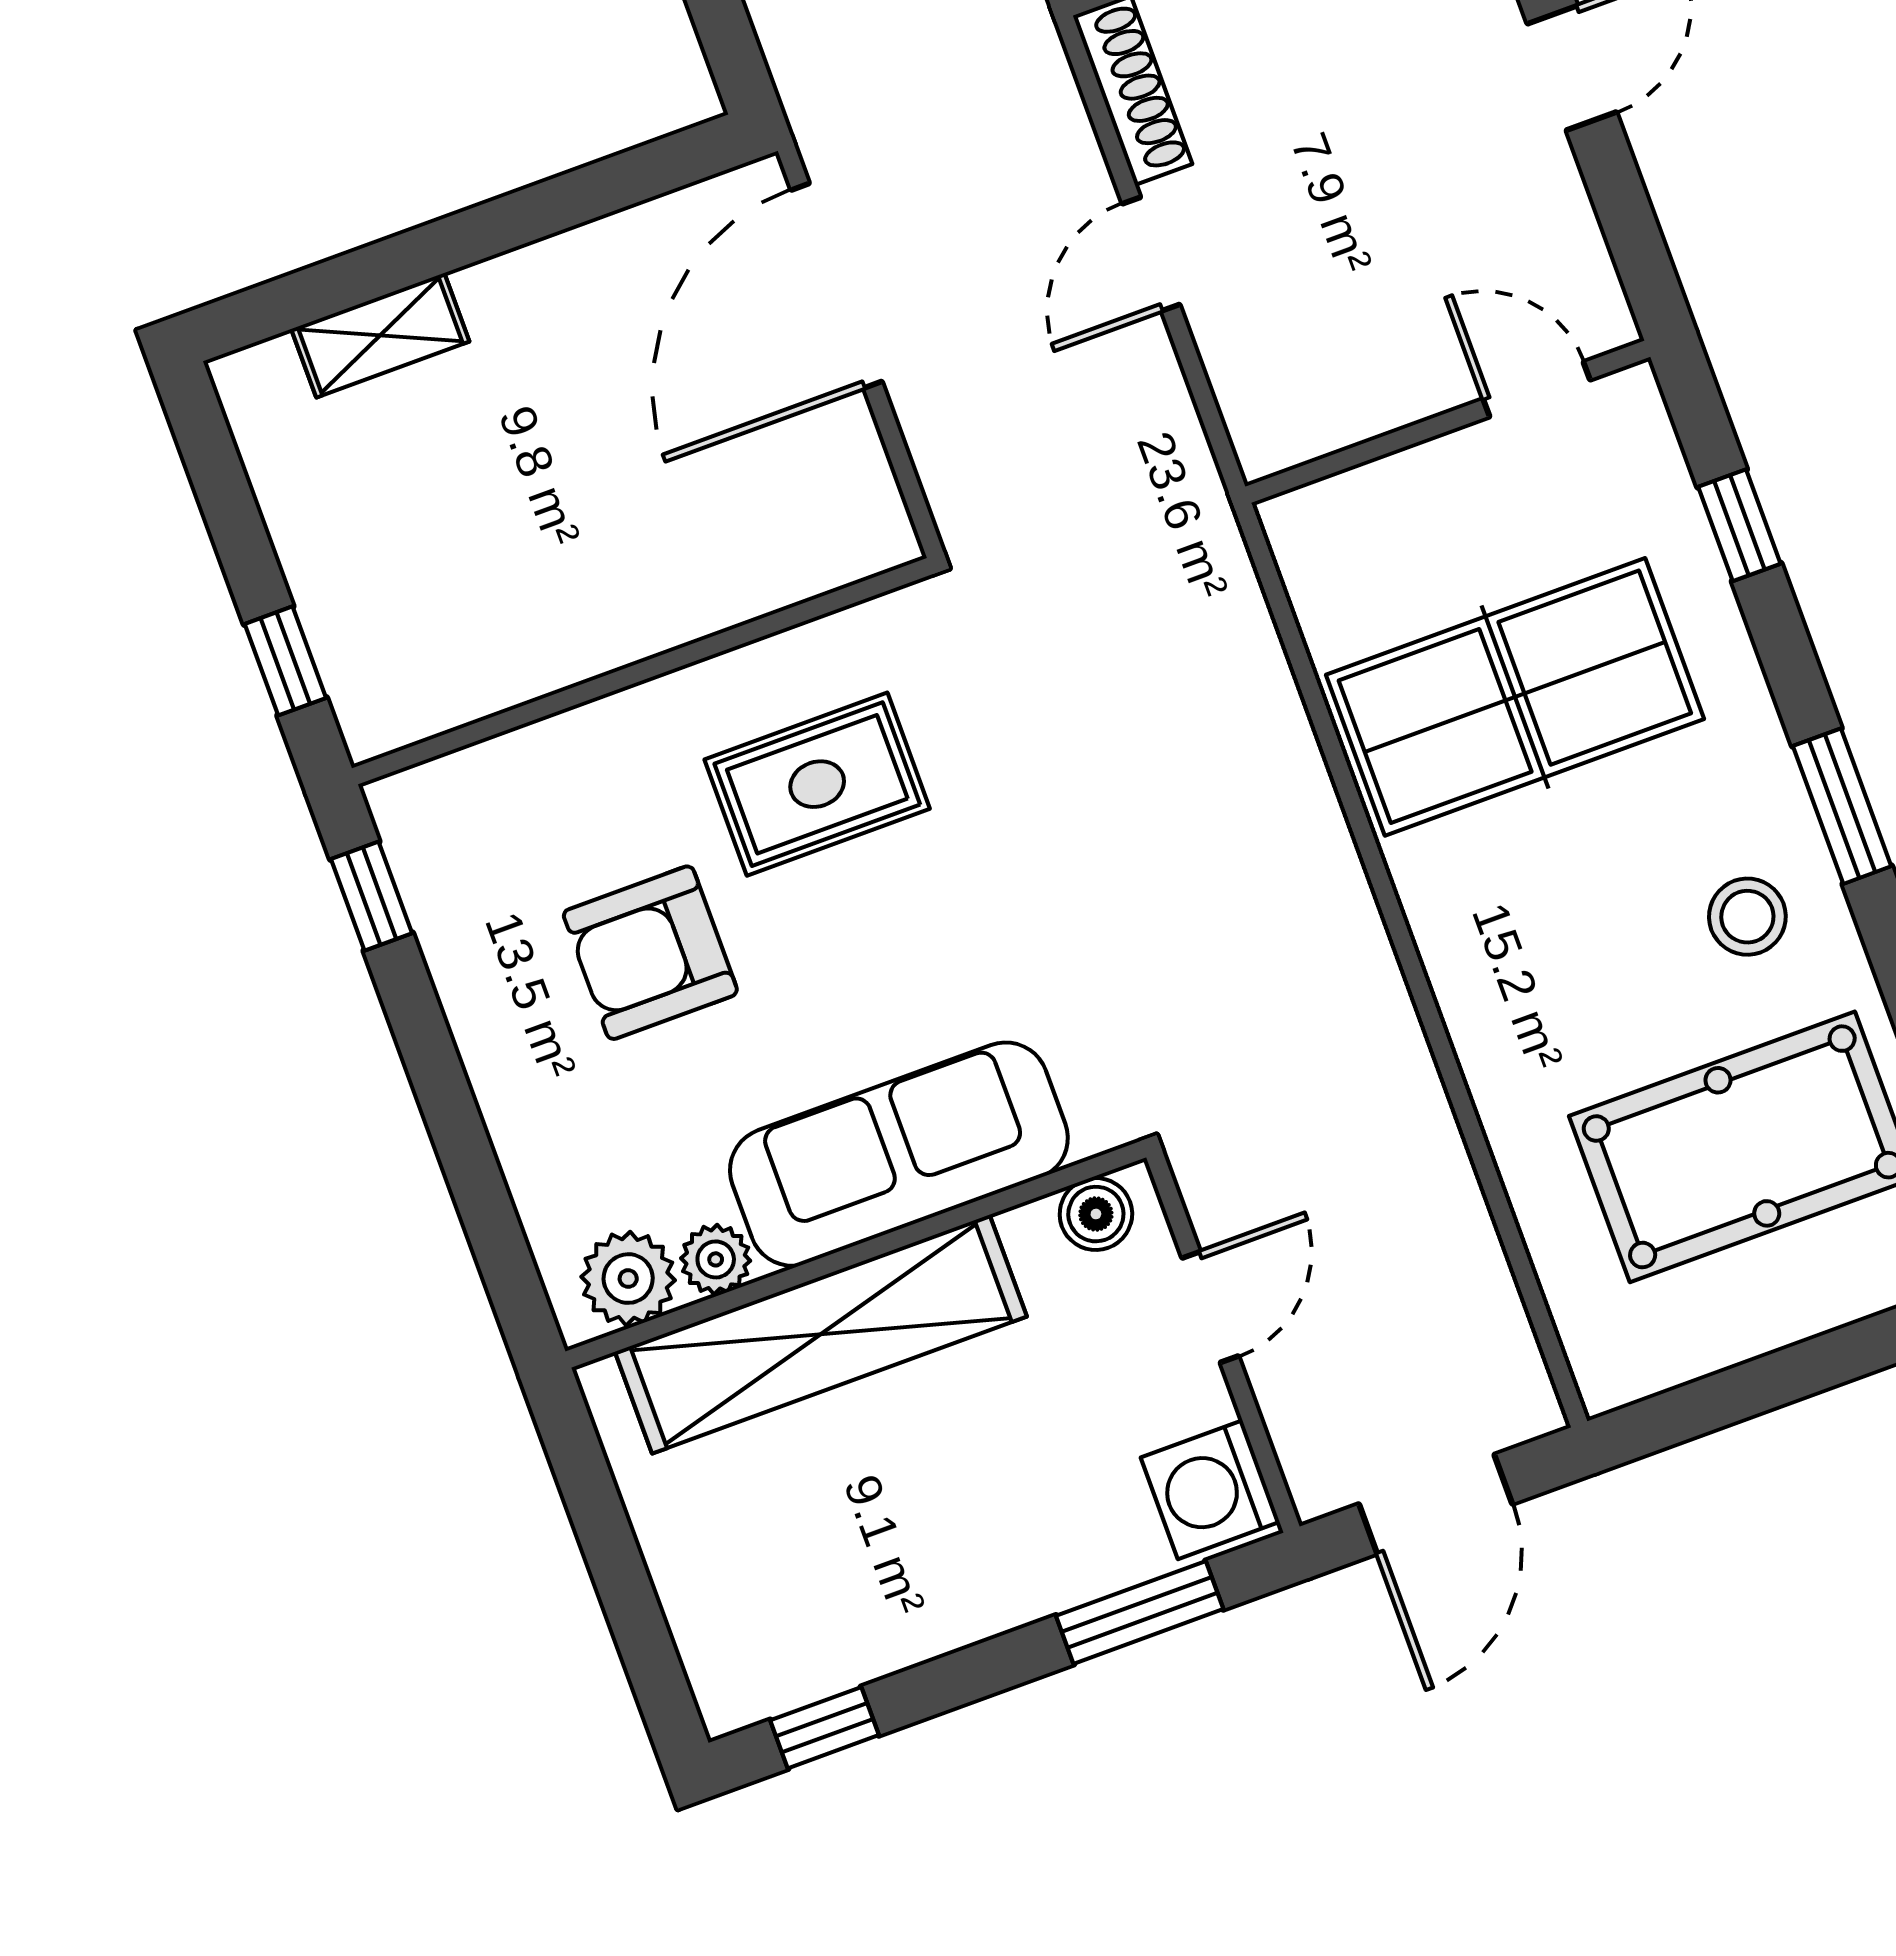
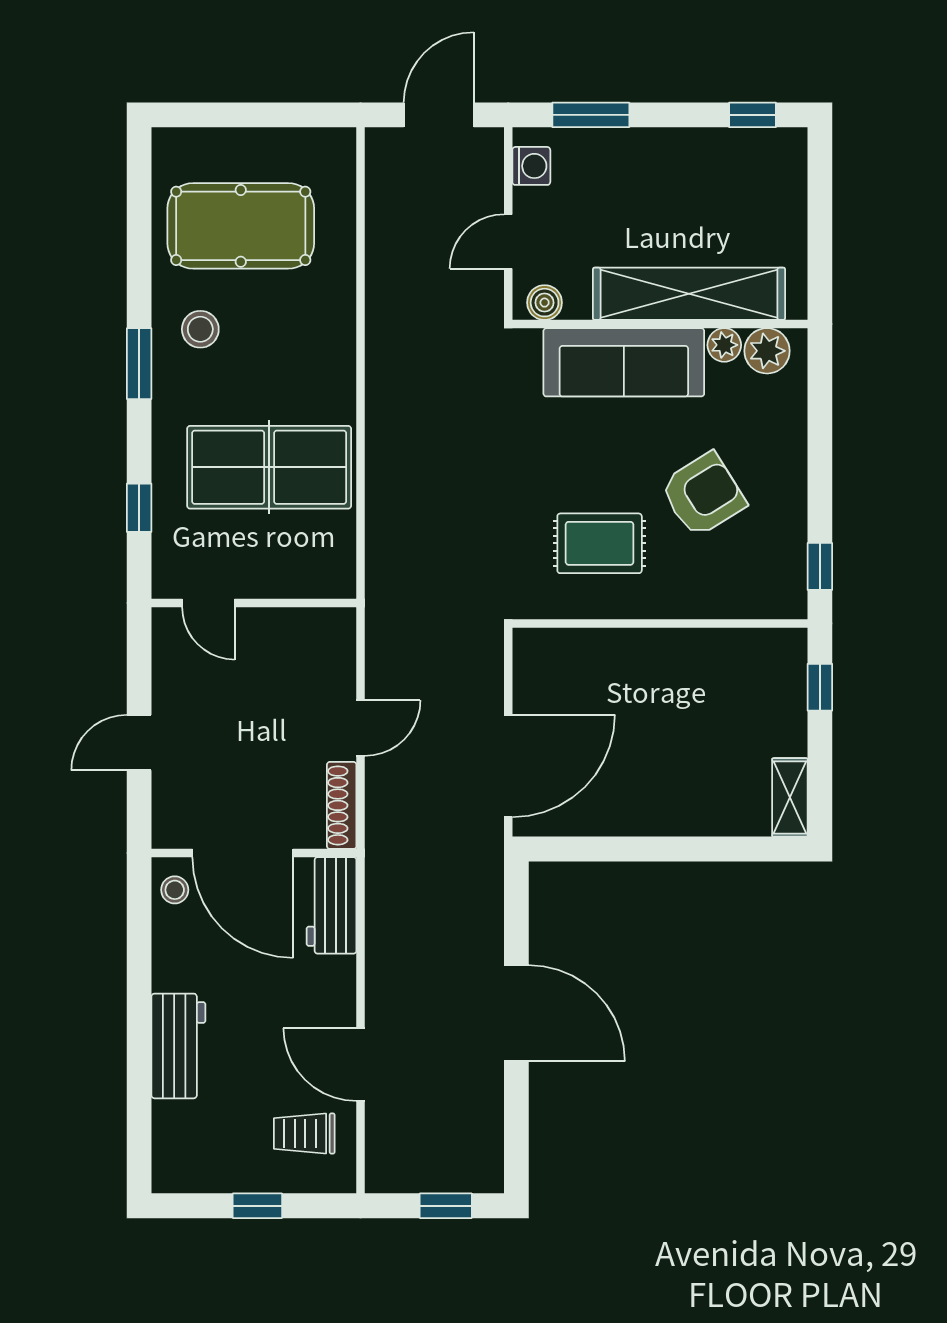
shelving: (380, 335) -> (790, 797), moved, turned 90
armchair: (650, 953) -> (703, 495), turned -32
washing machine: (1210, 1490) -> (531, 166), width x0.73, depth x0.73

